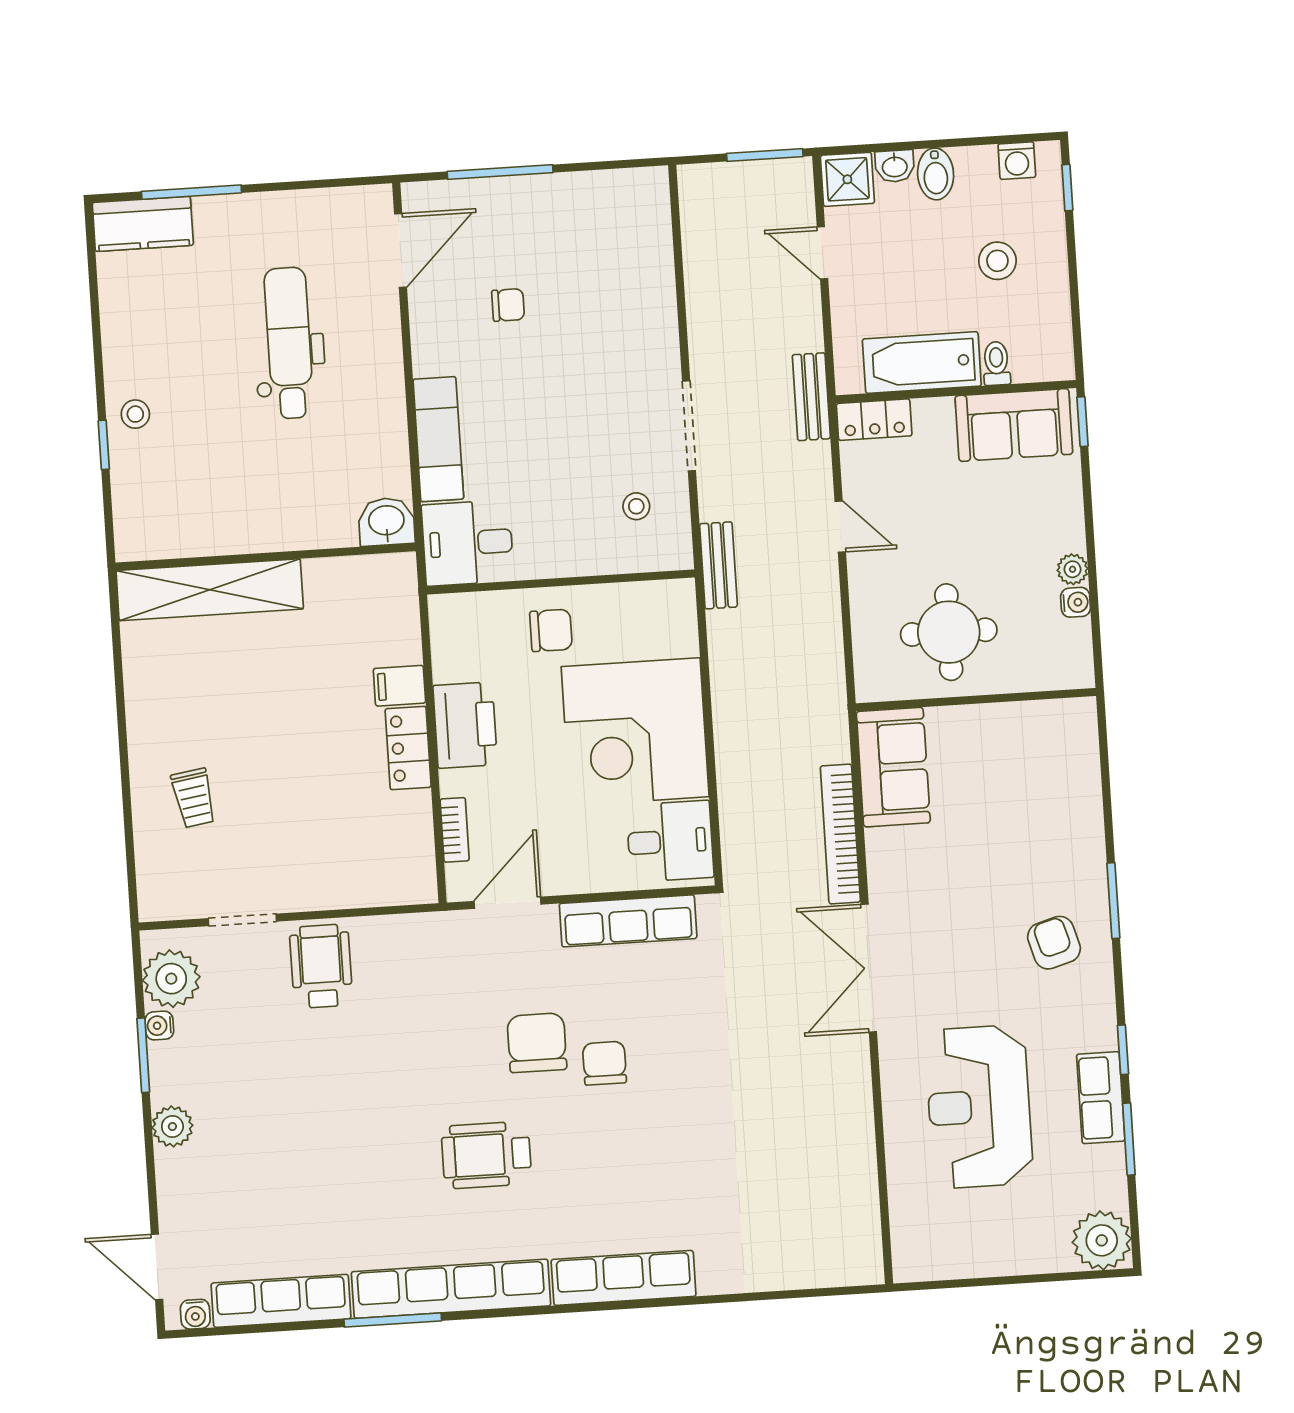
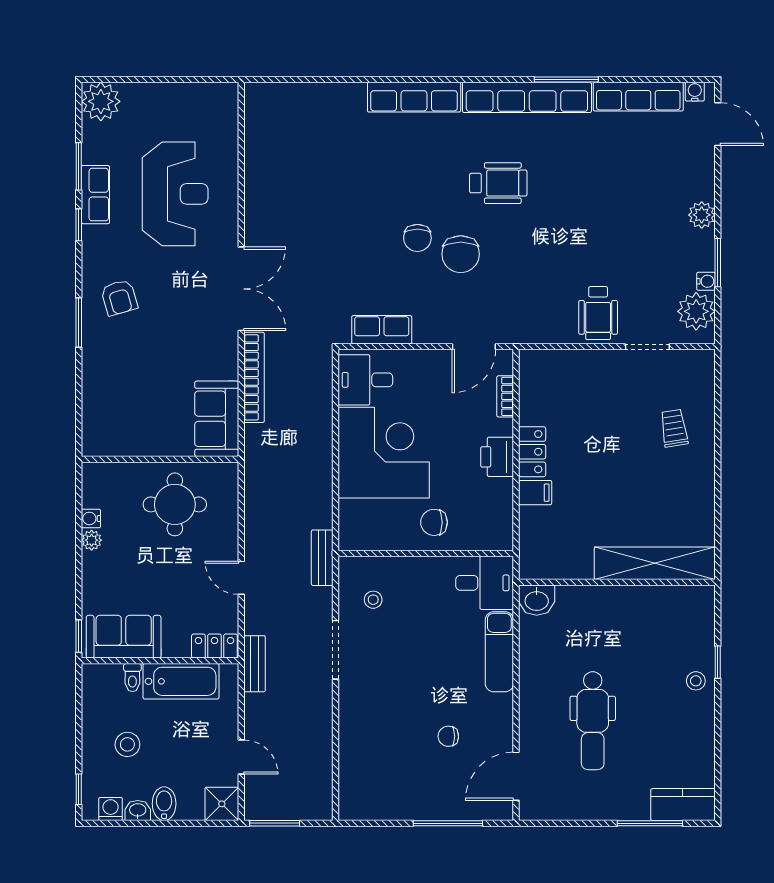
washbasin: (895, 166) -> (138, 810), moved
printer: (465, 725) -> (497, 457), width x0.73, depth x0.84
row of seats: (628, 921) -> (382, 330), width x0.68

